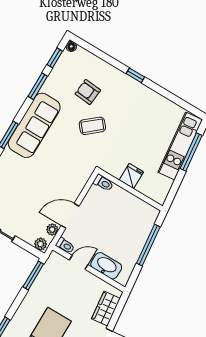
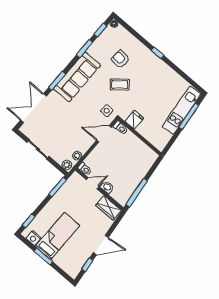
side table: (81, 163) -> (107, 111), added
fridge: (131, 176) -> (134, 120), moved
door: (70, 216) -> (104, 134), moved
window: (148, 245) -> (137, 193), moved
washbasin: (106, 266) -> (107, 187), width x0.52, depth x0.69
wardrobe: (106, 309) -> (109, 208), moved, turned -84

